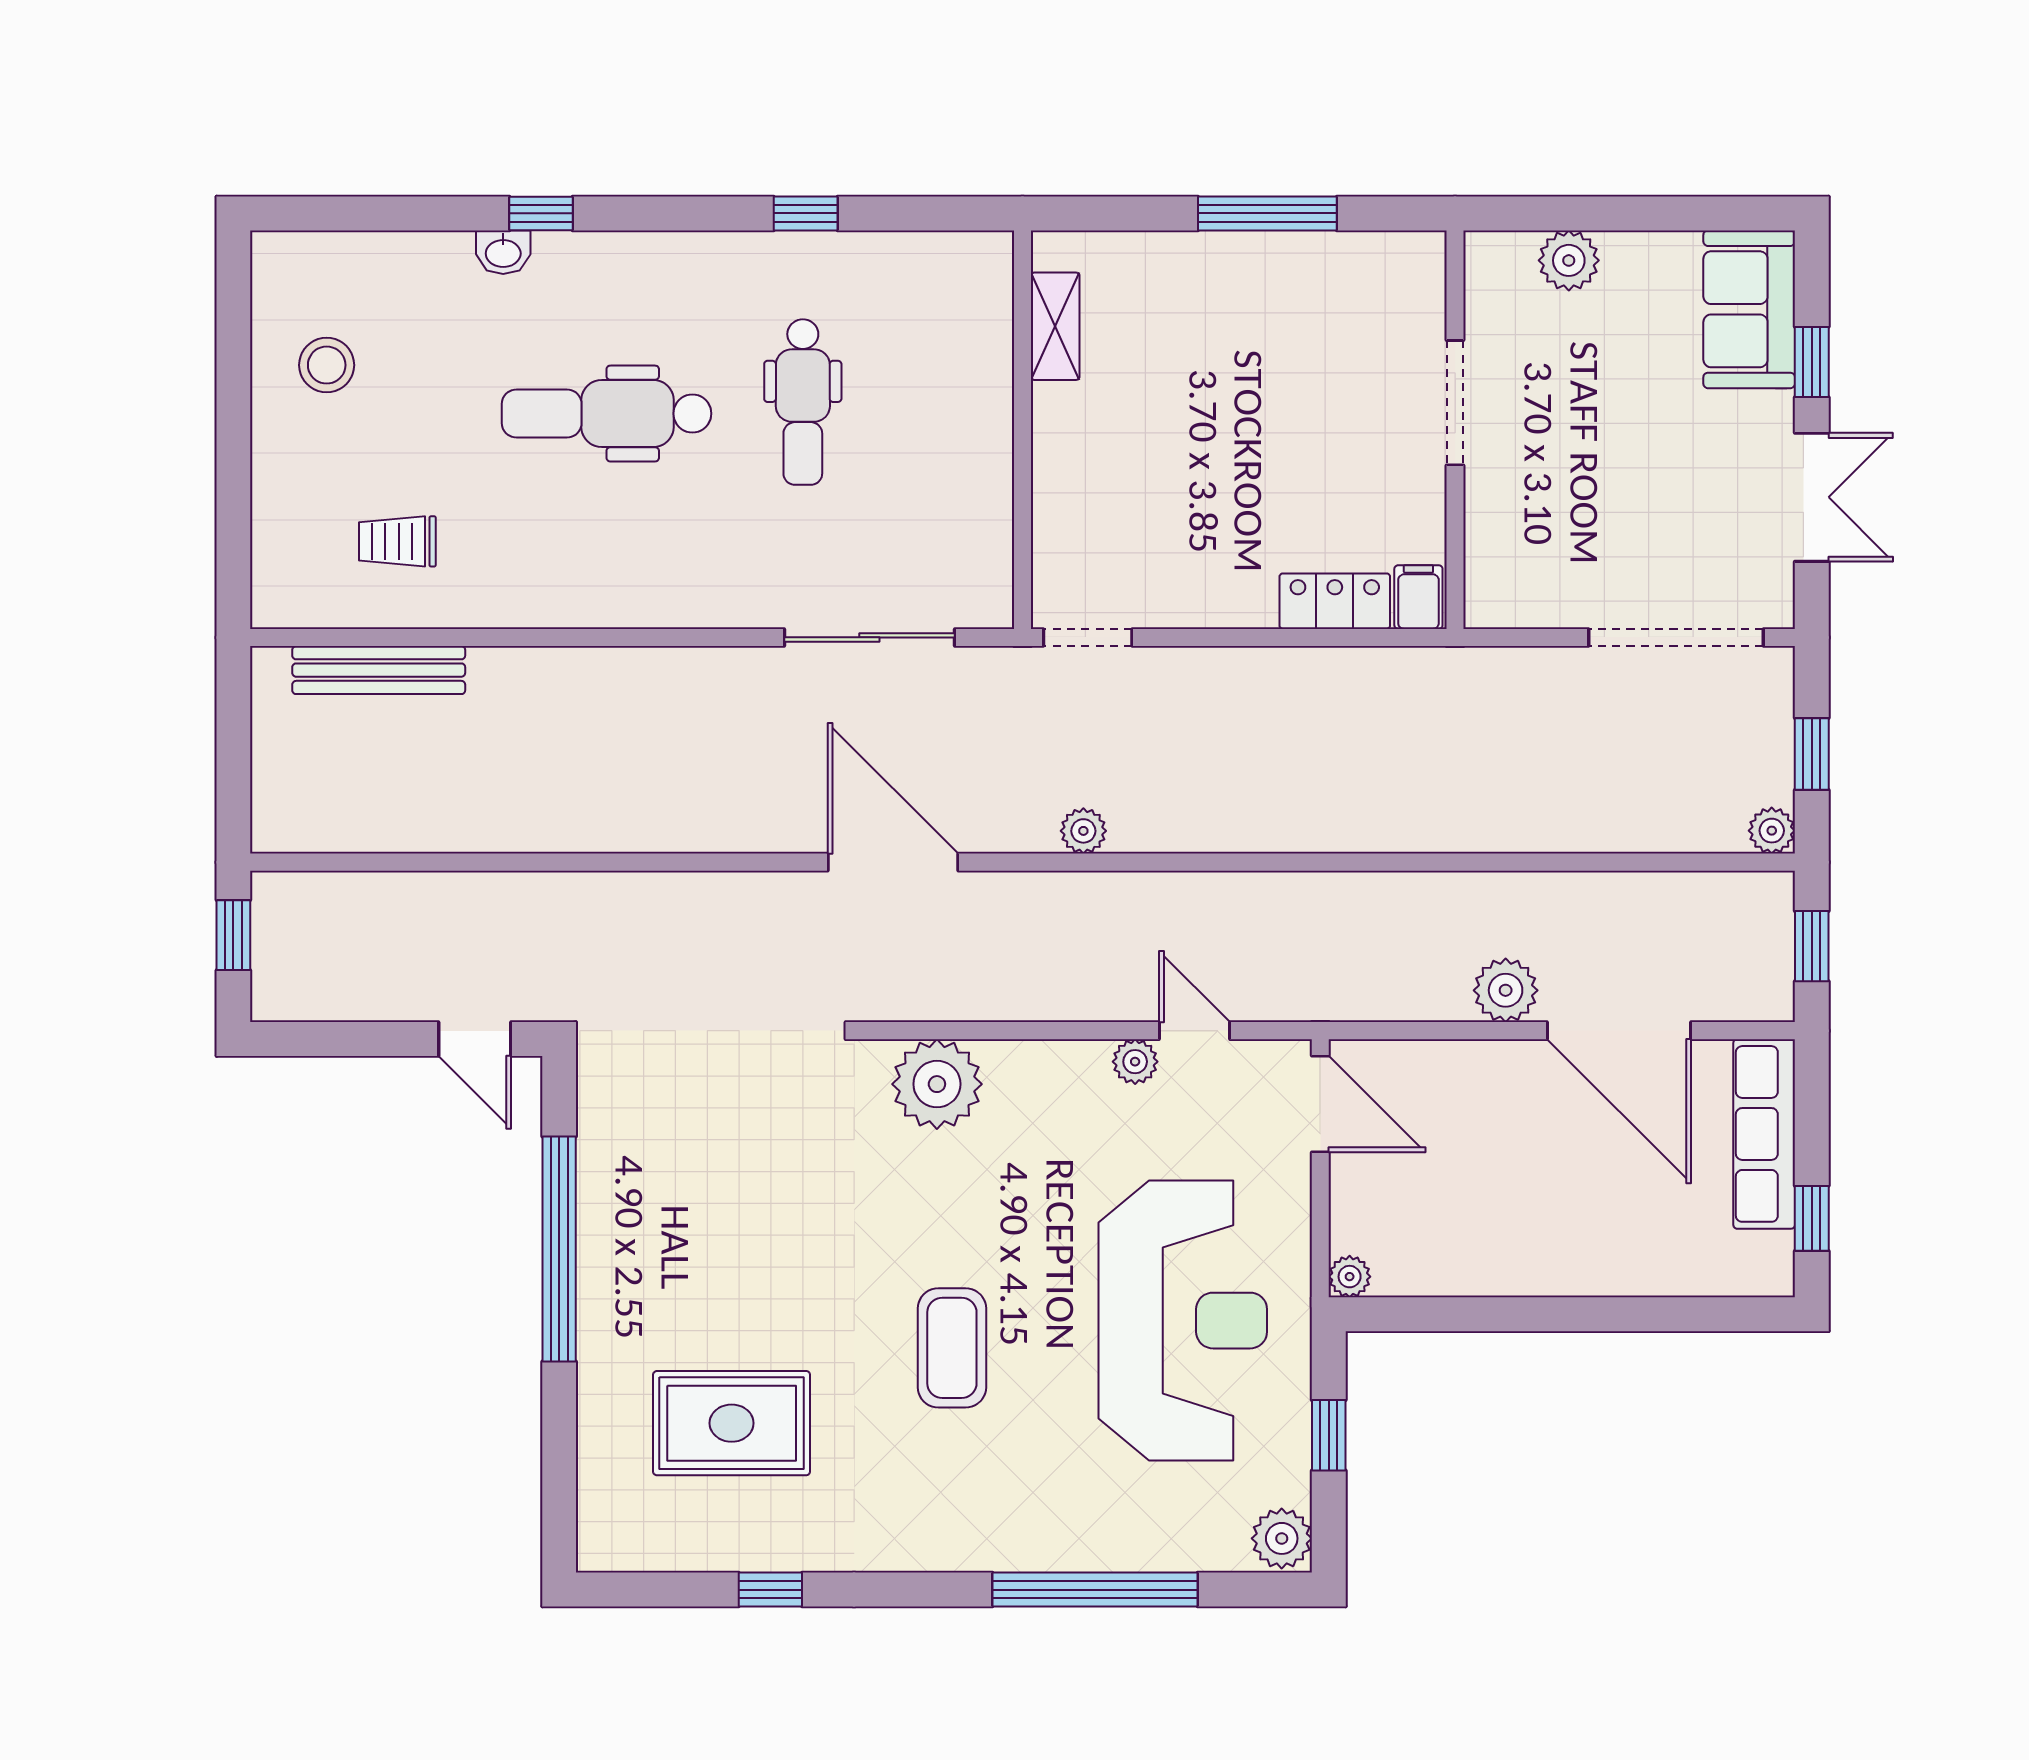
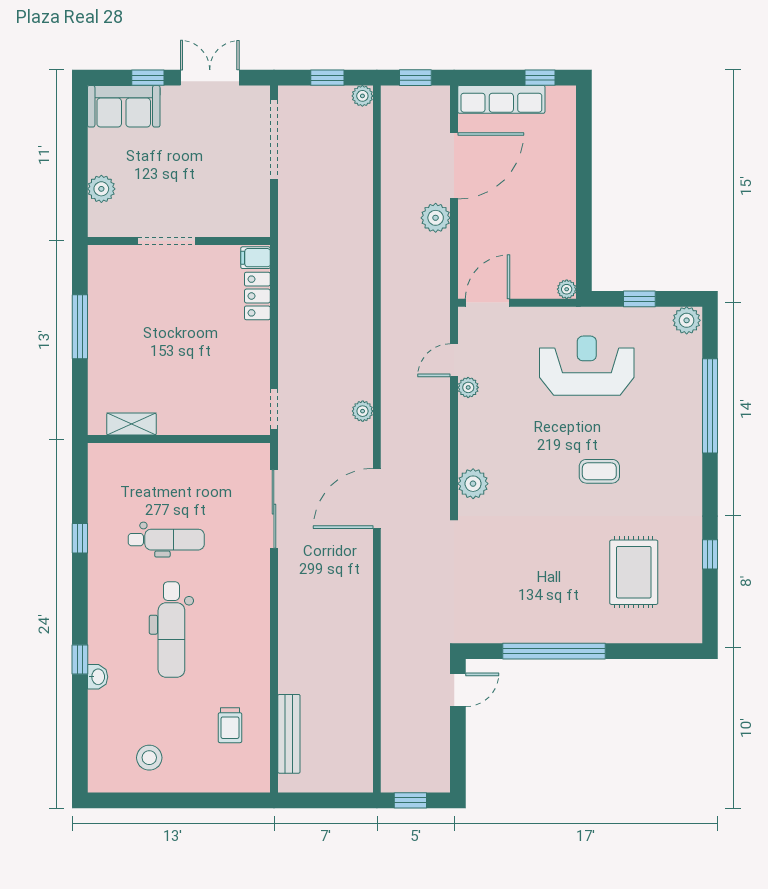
plant: (937, 1084) -> (473, 484), width x0.73, depth x0.73
reception desk: (1183, 1321) -> (587, 366), width x0.74, depth x0.77
coffee table: (952, 1348) -> (599, 471), width x0.73, depth x0.77

